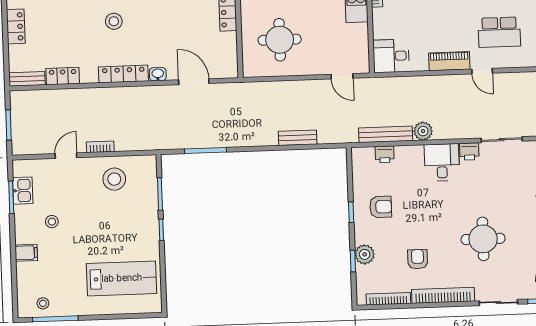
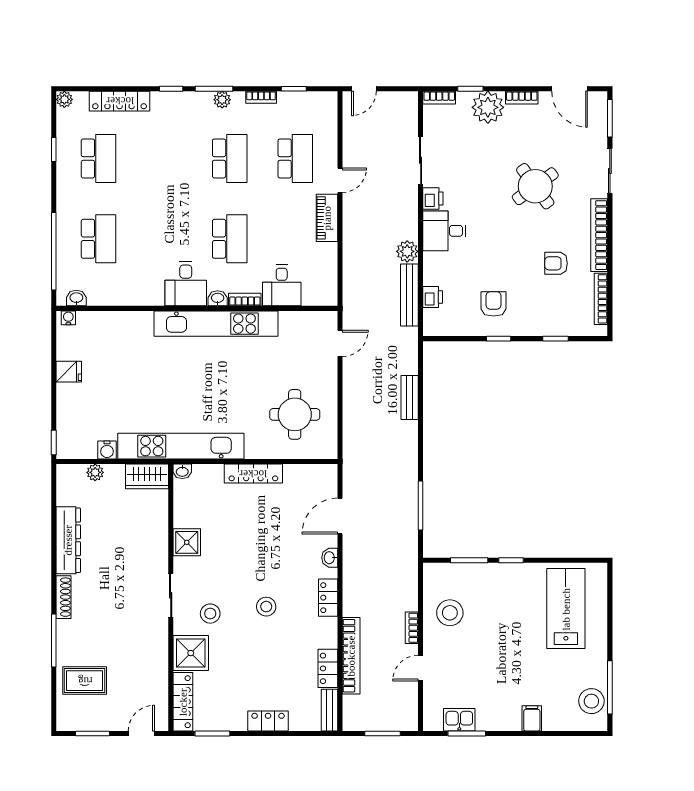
desk: (391, 56) -> (282, 285), moved
locker: (123, 74) -> (328, 598), width x0.66
bookcase: (74, 96) -> (351, 656), added
door: (66, 156) -> (421, 668), hinge flipped
stool: (52, 222) -> (497, 687), removed
round table: (483, 239) -> (535, 186), turned -36
plant: (365, 254) -> (548, 325), removed
stool: (43, 303) -> (591, 701), width x1.89, depth x1.89

